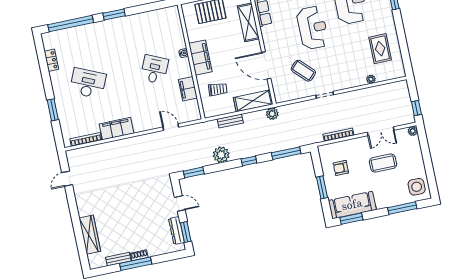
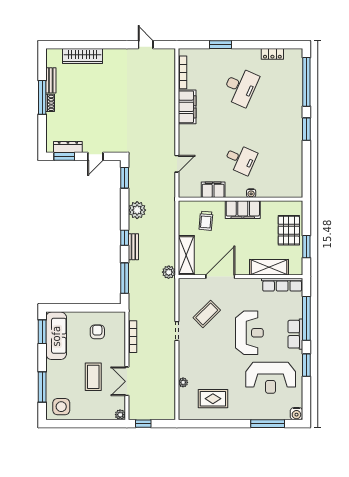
reception desk: (313, 28) -> (249, 333), turned -90
bench: (230, 121) -> (133, 247), moved
window: (322, 187) -> (81, 308), removed

